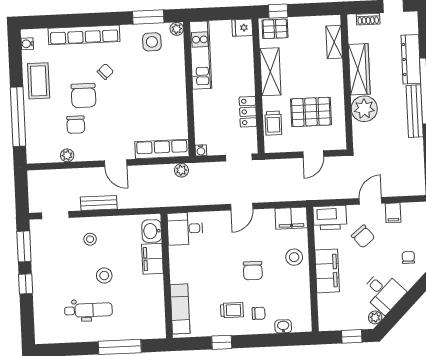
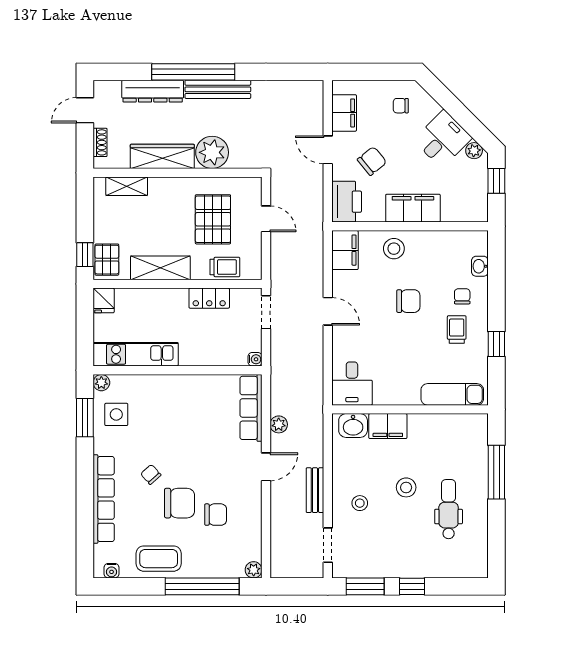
plant: (67, 155) -> (254, 570), moved
plant: (181, 170) -> (279, 424), moved
filing cabinet: (393, 213) -> (344, 113), width x2.00

